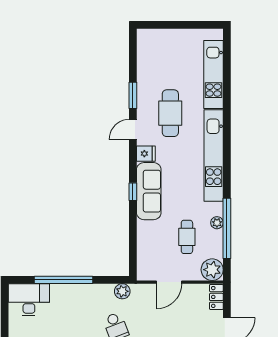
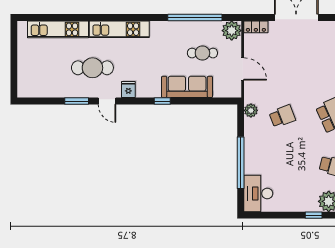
kitchen unit: (214, 156) -> (119, 29), width x0.73
sofa: (149, 191) -> (187, 87), moved
plant: (217, 223) -> (190, 26), removed

